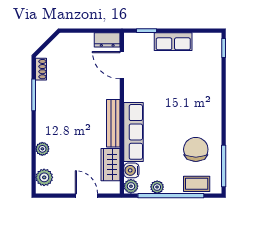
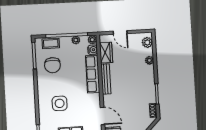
side table: (188, 89) -> (60, 103), added

